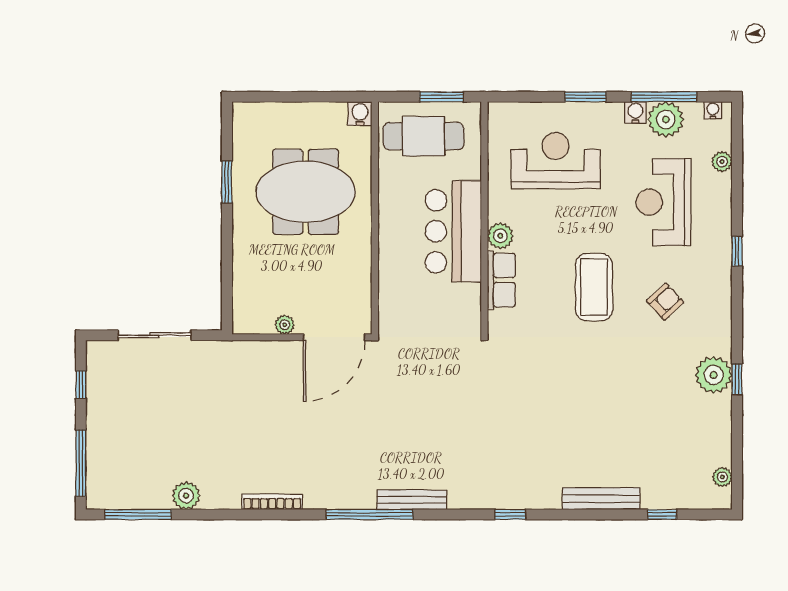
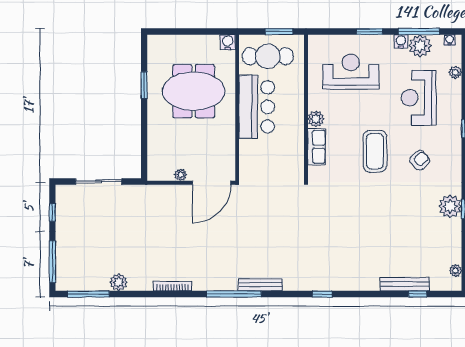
bar counter: (453, 231) -> (257, 107), moved, turned 180
bench: (601, 499) -> (405, 284), moved

